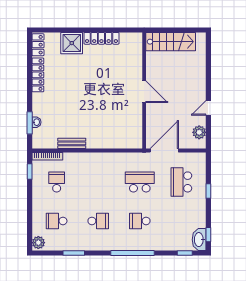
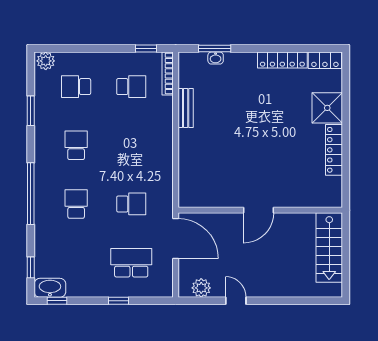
school desk: (140, 182) -> (131, 204), width x0.54
school desk: (57, 221) -> (76, 87), turned -90
school desk: (98, 221) -> (76, 145), turned 180

